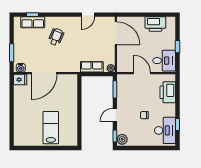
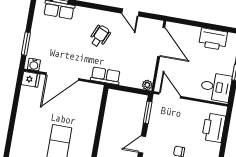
door: (88, 15) -> (130, 12), hinge flipped
wheelchair: (56, 37) -> (100, 36), moved
row of seats: (92, 67) -> (106, 76), moved
door: (142, 73) -> (170, 95), moved

